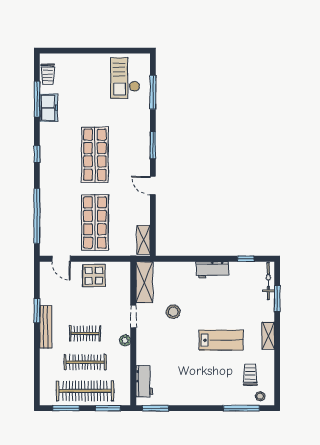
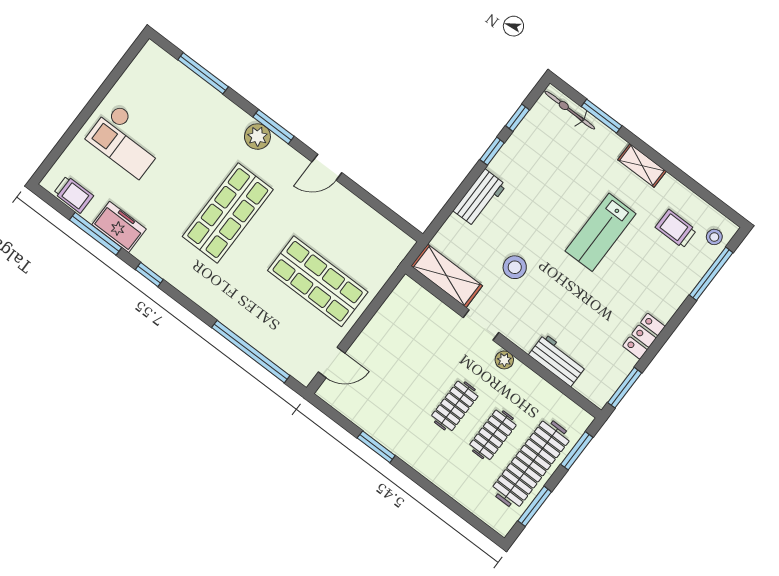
checkout: (125, 78) -> (126, 141), moved
plant: (142, 141) -> (257, 137), added
window: (37, 154) -> (149, 274), moved
shop shelf: (95, 155) -> (228, 213), turned 90
shelving: (143, 240) -> (389, 234), removed
window: (220, 259) -> (492, 151), added
workbench: (212, 270) -> (480, 198), moved
display table: (94, 276) -> (387, 336), removed
bench: (46, 327) -> (406, 451), removed
lab bench: (221, 340) -> (601, 232), turned 180
clothes rail: (85, 362) -> (493, 435), width x0.73
workbench: (144, 381) -> (558, 360), moved
locker: (187, 399) -> (644, 336), added

